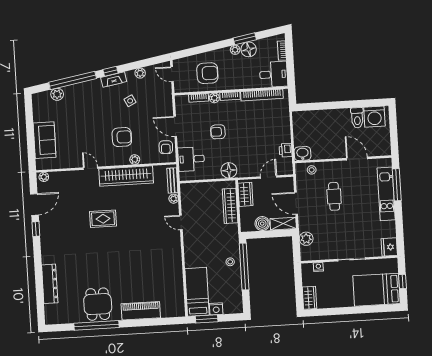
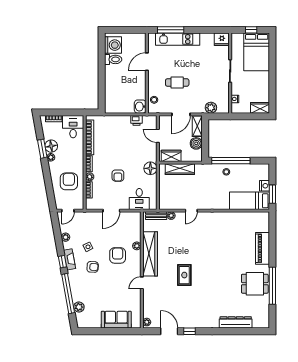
armchair: (166, 147) -> (93, 267), moved

